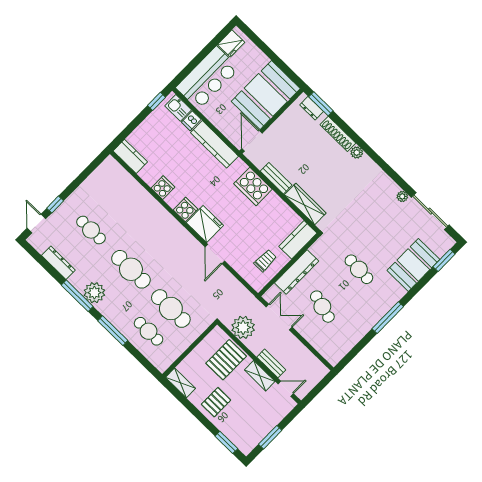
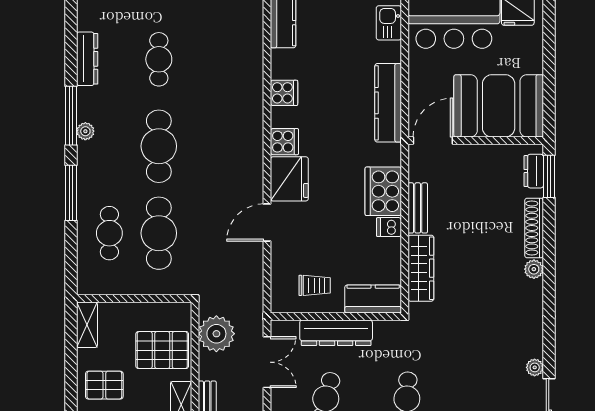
dishwasher: (191, 121) -> (389, 227), moved
plant: (94, 293) -> (85, 131), width x0.53, depth x0.53

